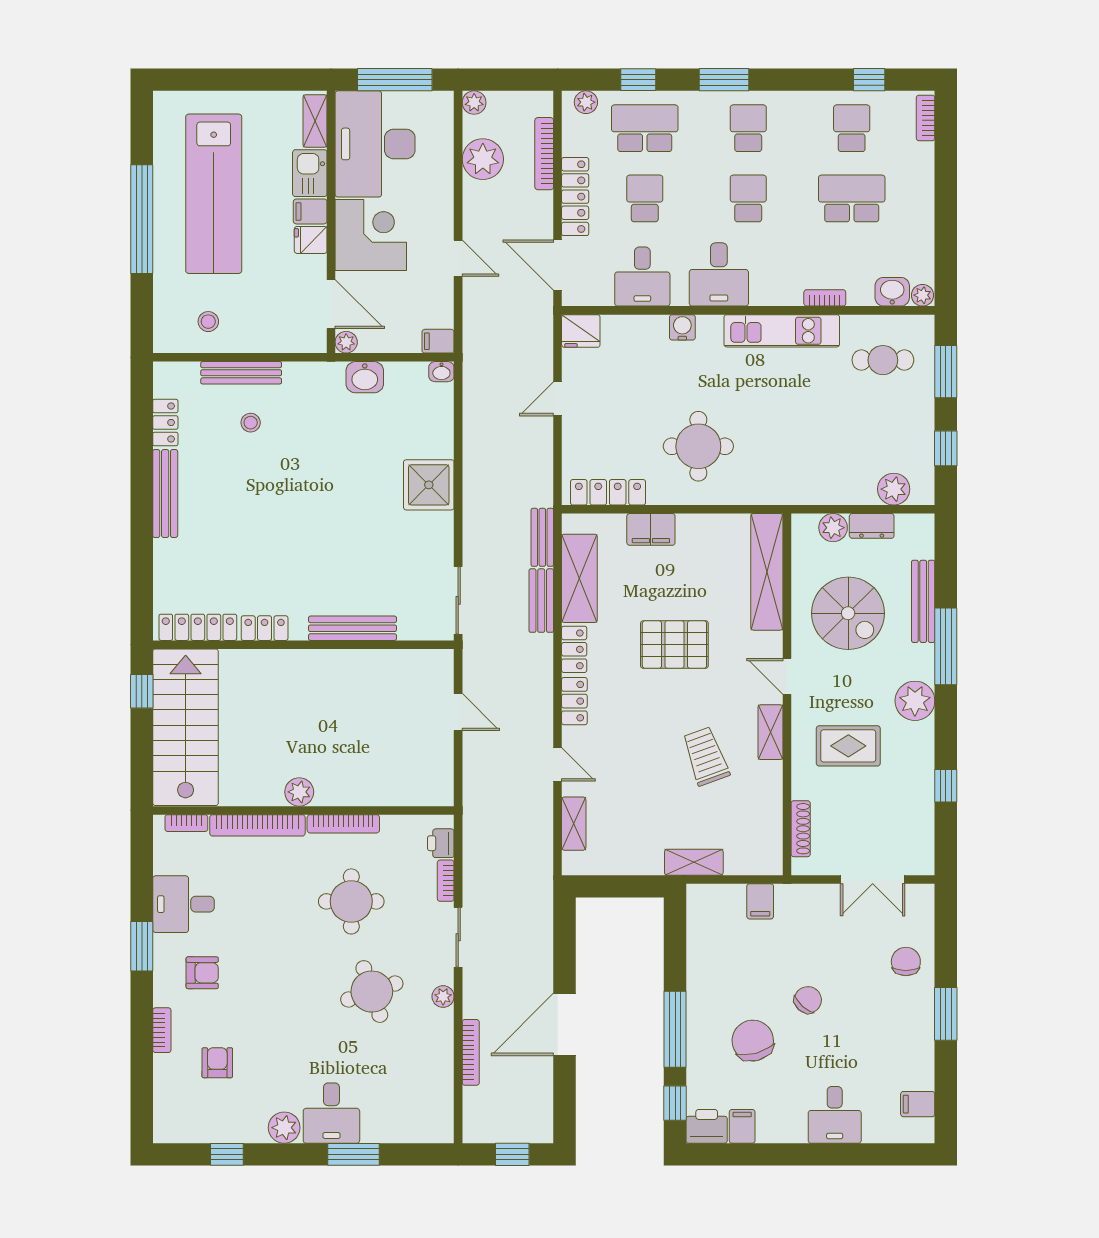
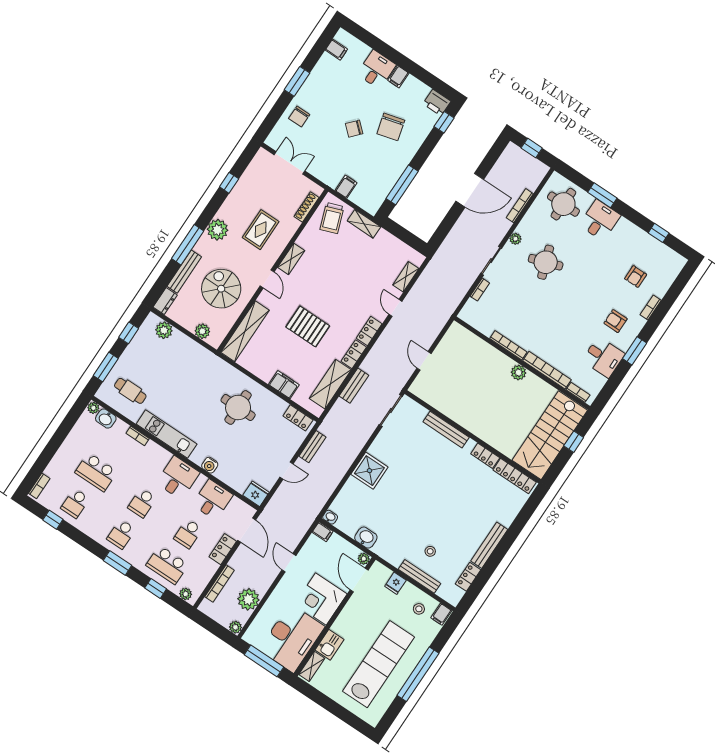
locker: (575, 197) -> (223, 549), width x0.66
filing cabinet: (310, 211) -> (441, 614), moved, turned 90
fridge: (311, 240) -> (395, 583), moved, turned 90
locker: (608, 492) -> (298, 418), width x0.66
dresser: (872, 526) -> (165, 301), moved, turned 90
bench: (542, 537) -> (312, 447), moved
window: (142, 691) -> (574, 442), moved
rug: (848, 746) -> (261, 230), turned 90
trolley: (706, 756) -> (332, 218), moved
printer: (441, 843) -> (471, 308), removed
round table: (351, 901) -> (563, 204), moved
window: (675, 1029) -> (402, 185), moved
filing cabinet: (742, 1126) -> (398, 77), moved
plant: (284, 1128) -> (625, 228), removed

